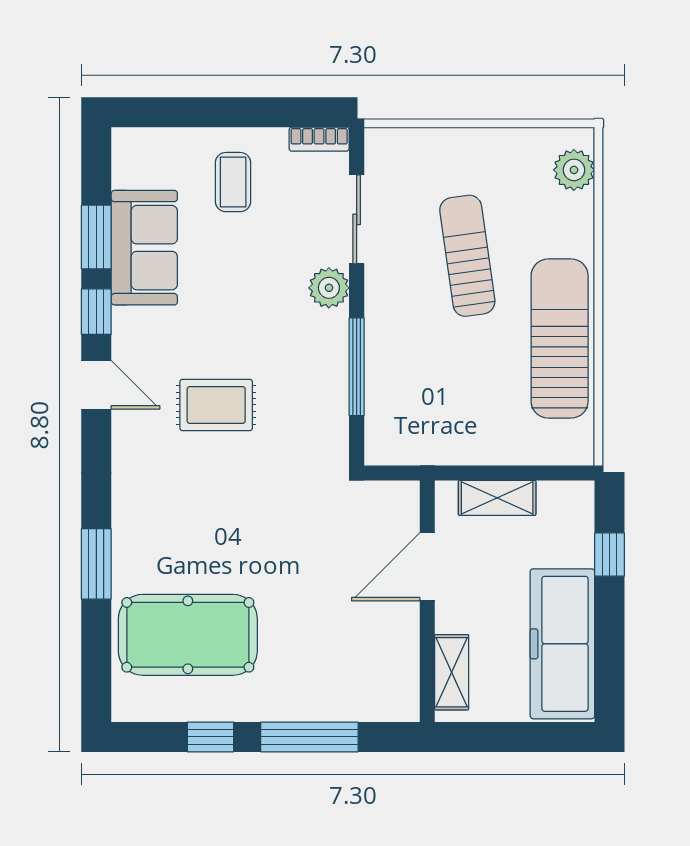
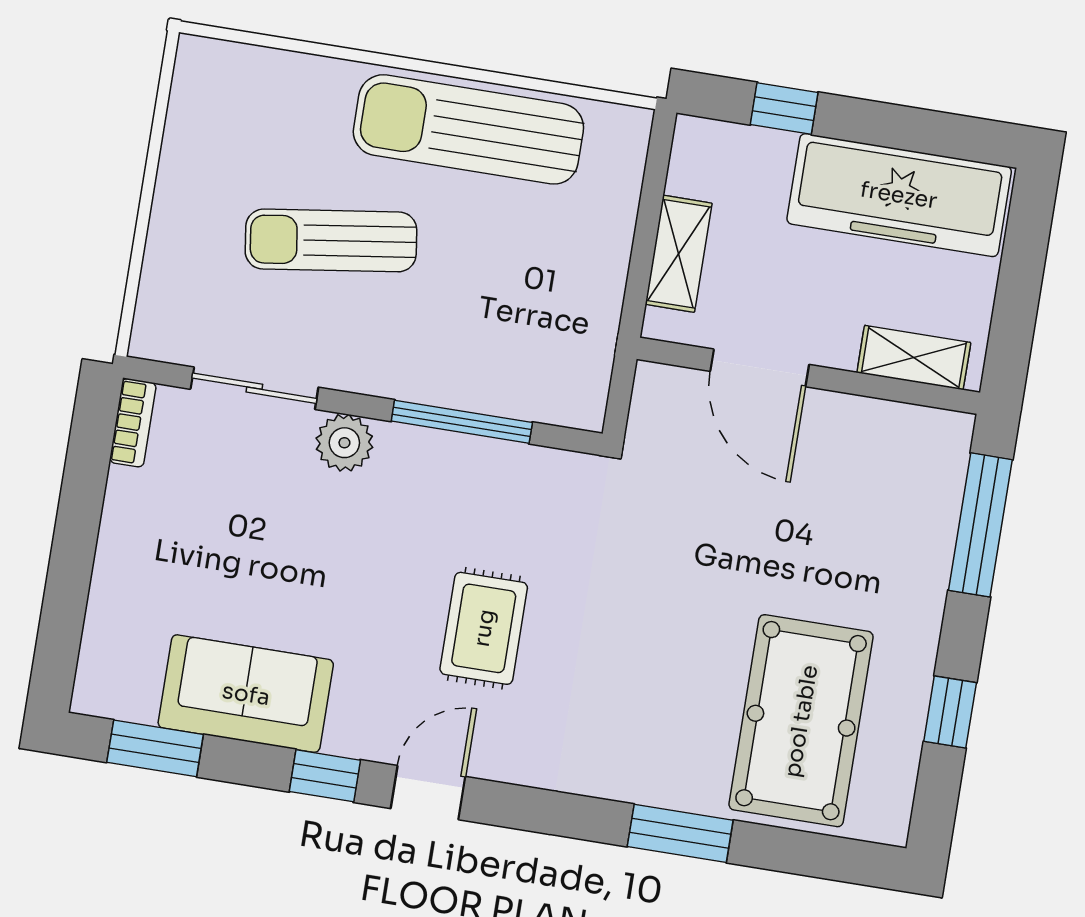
plant: (574, 170) -> (234, 71), removed
coffee table: (233, 182) -> (174, 554), removed
window: (96, 237) -> (155, 748), moved
window: (309, 737) -> (980, 525), moved

